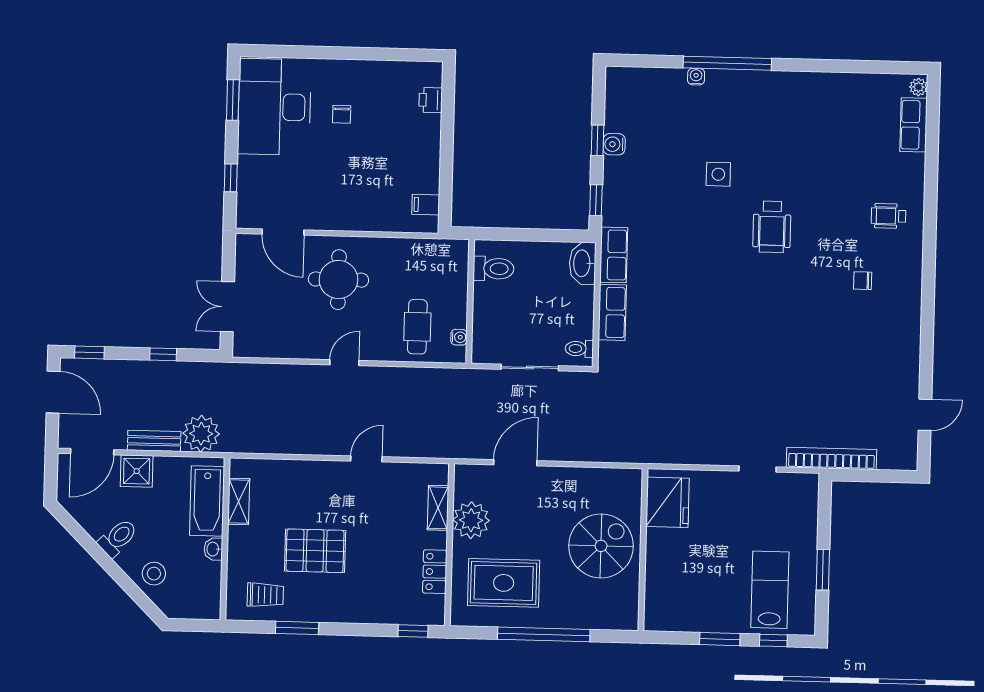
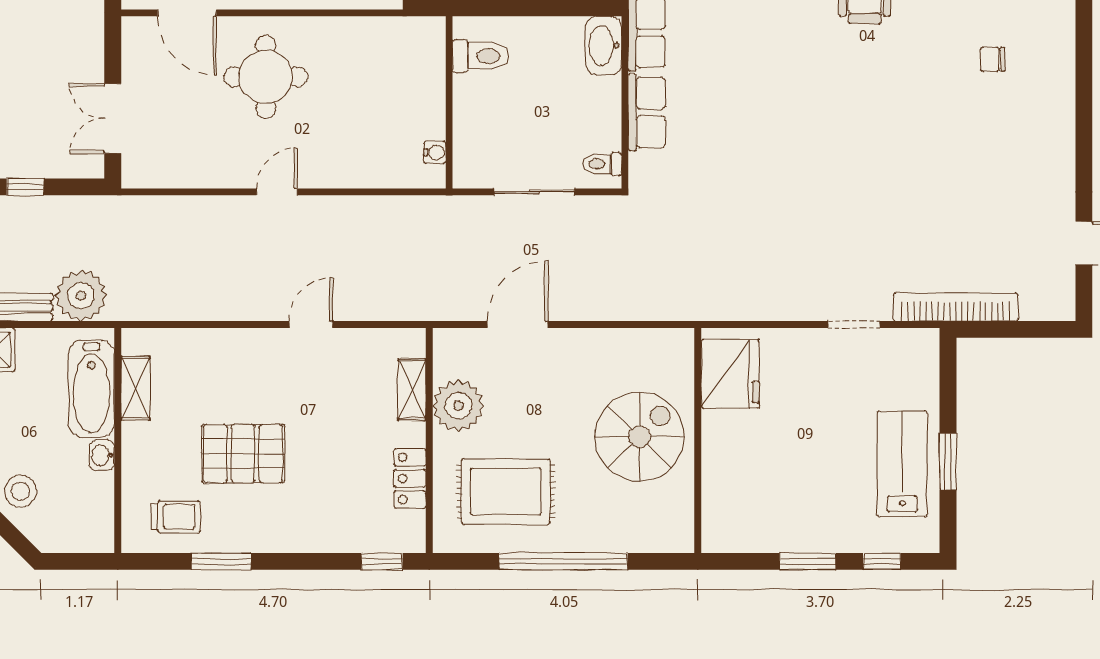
cafe table: (417, 327) -> (377, 139), removed
lab bench: (770, 590) -> (902, 464), moved

